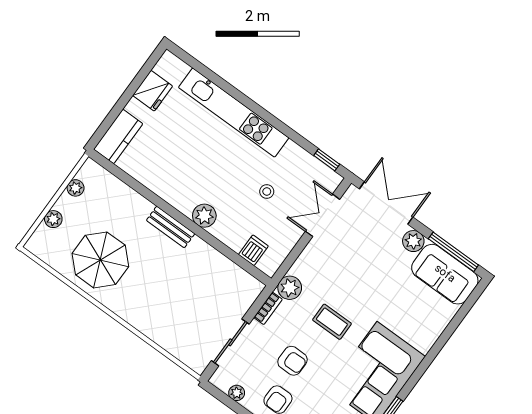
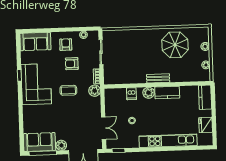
kitchen counter: (174, 192) -> (167, 93), added
dishwasher: (253, 250) -> (131, 94), moved

